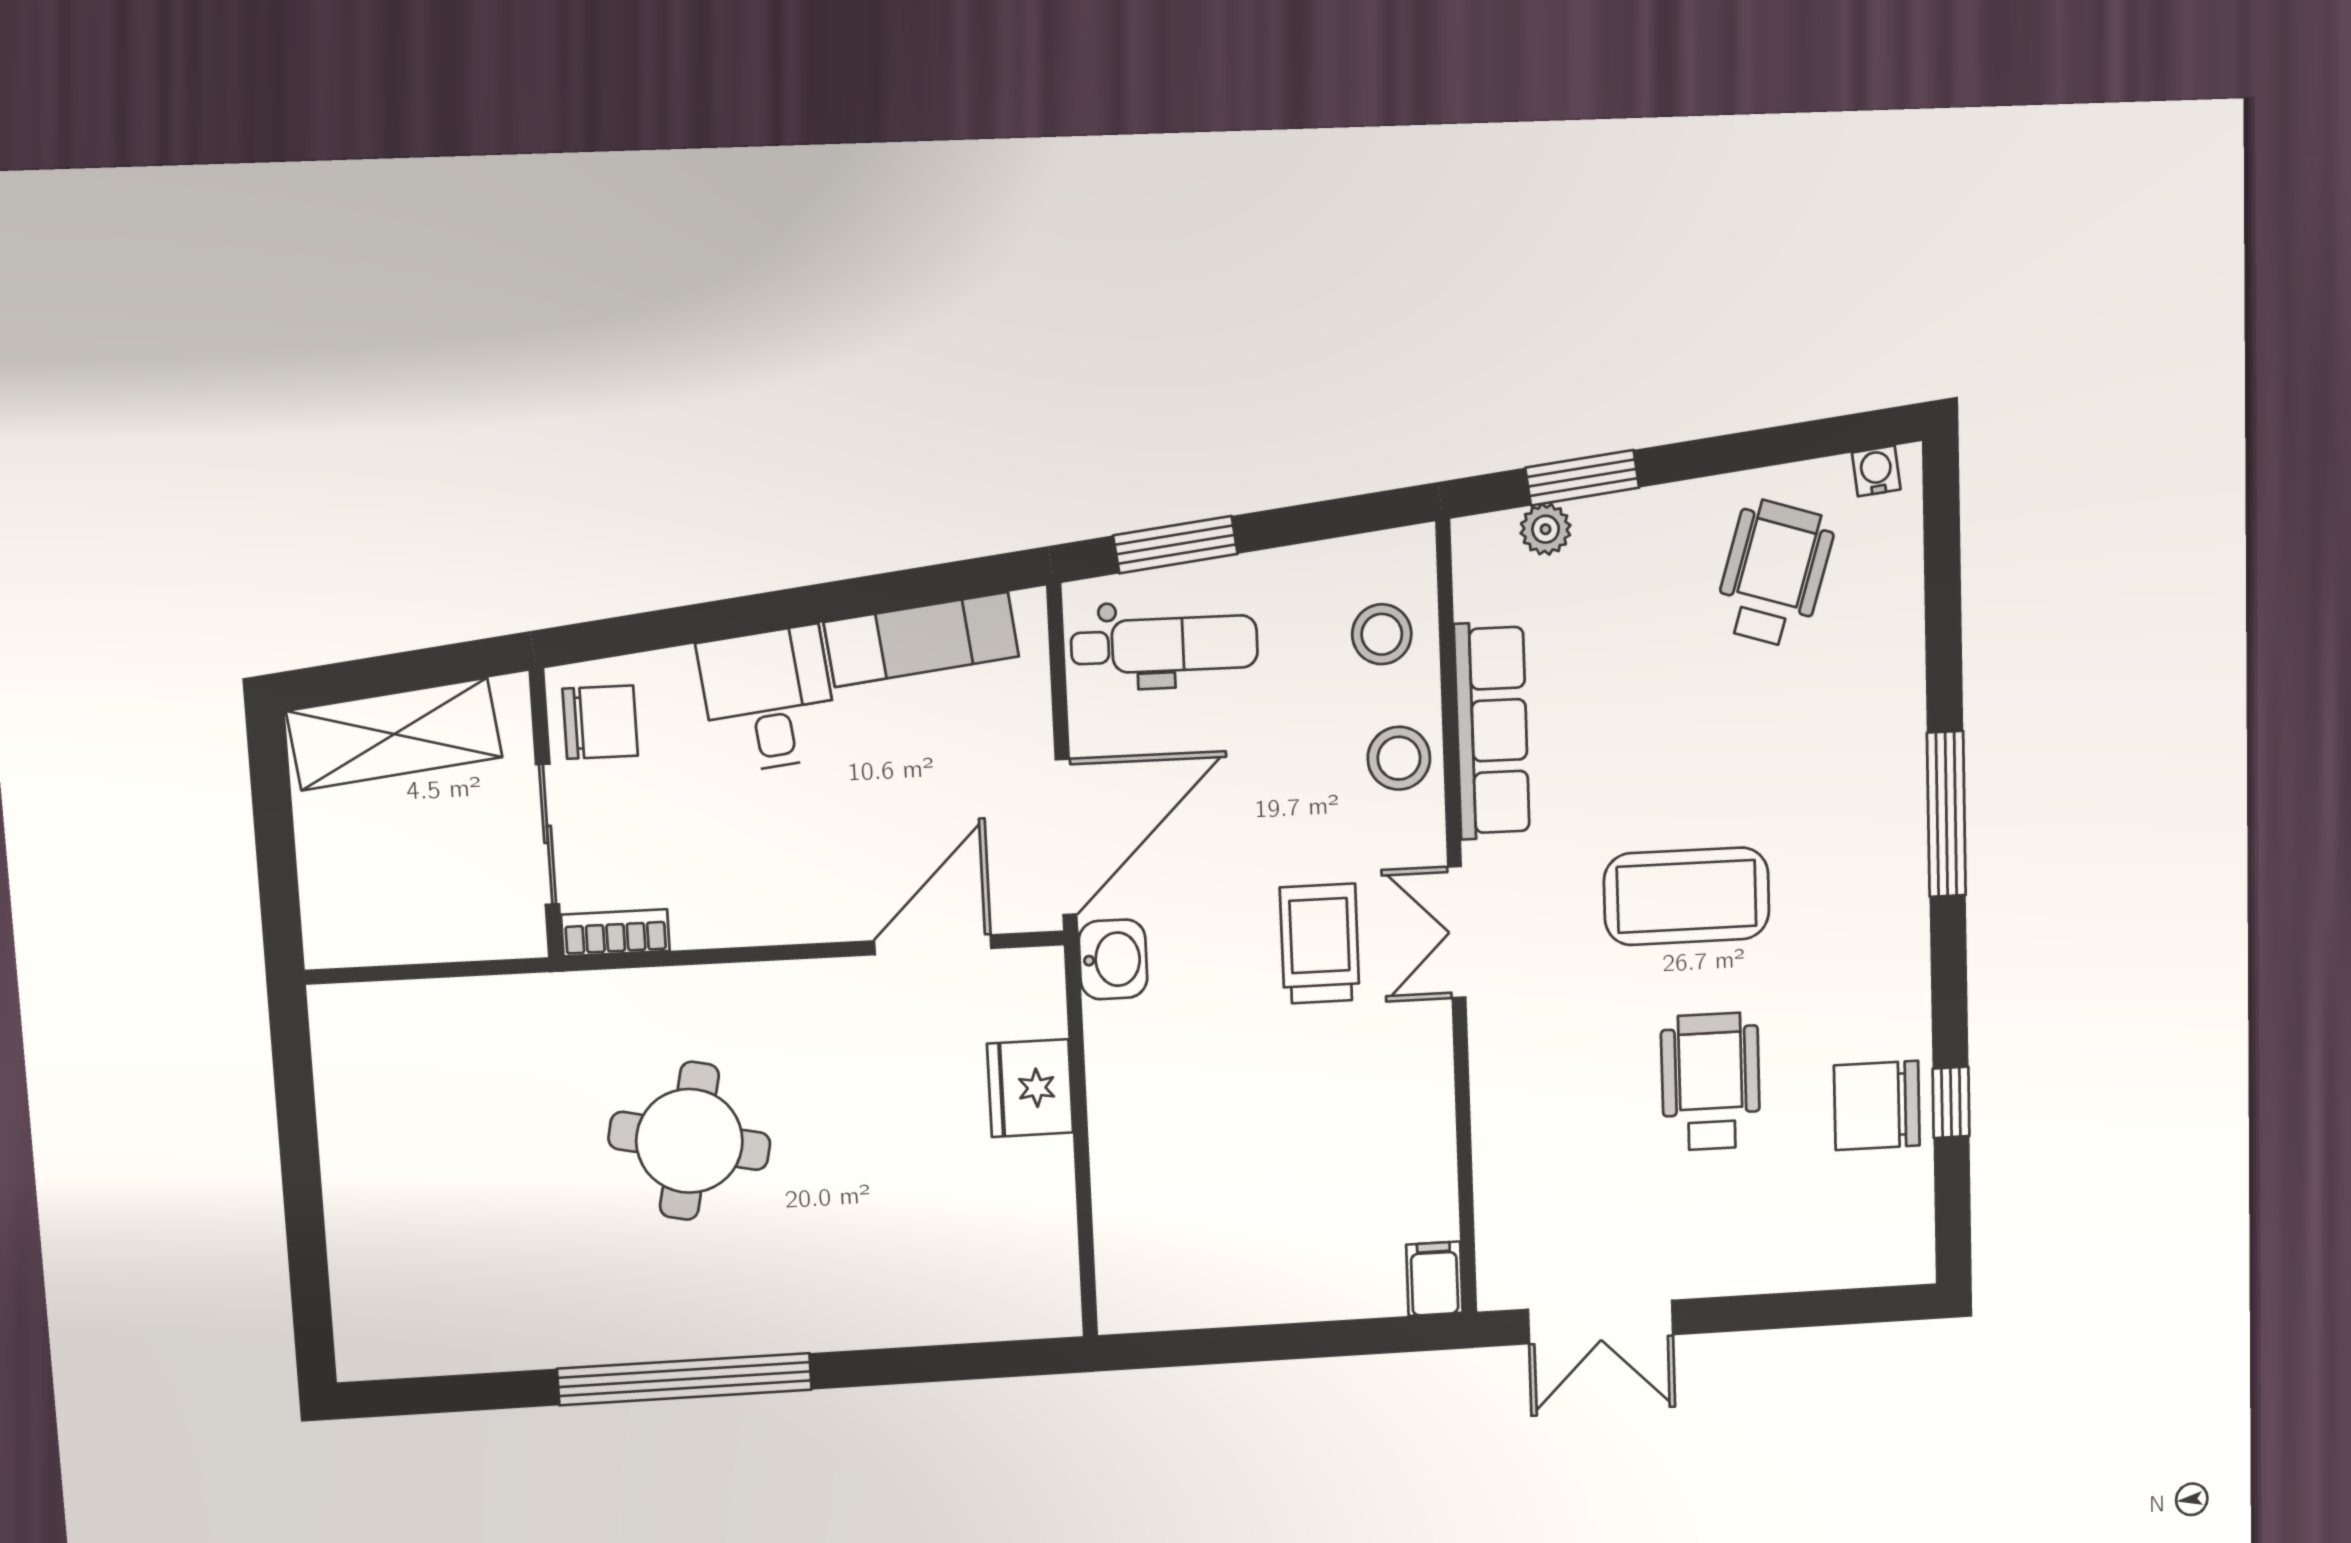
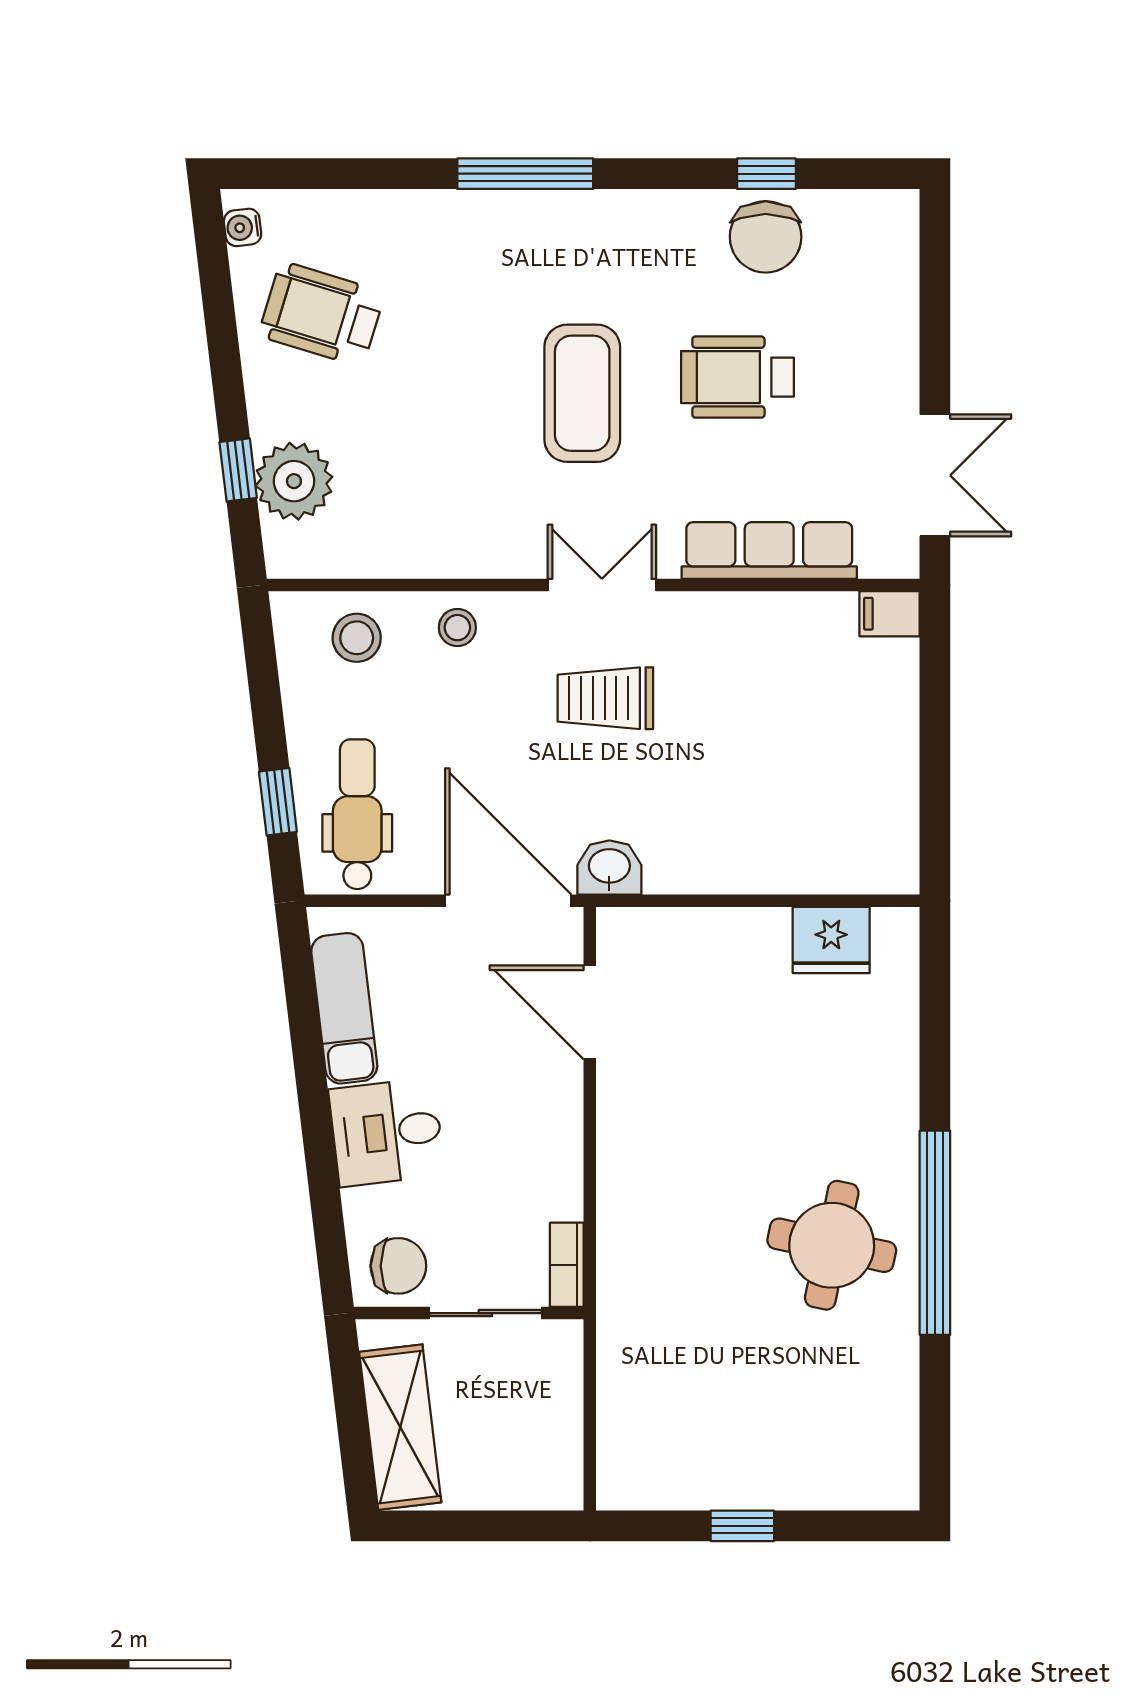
window: (1582, 478) -> (238, 470), width x0.67
plant: (1546, 529) -> (294, 481), width x1.87, depth x1.87
window: (1175, 545) -> (278, 802), width x0.67
chair: (600, 722) -> (398, 1266), turned 90
row of seats: (1492, 731) -> (769, 551), moved
stool: (1399, 758) -> (457, 628), width x0.73, depth x0.73
double door: (1457, 932) -> (602, 585), swing flipped
fridge: (1030, 1088) -> (831, 940), moved
round table: (689, 1141) -> (832, 1245), moved
window: (301, 1167) -> (742, 1526), added

